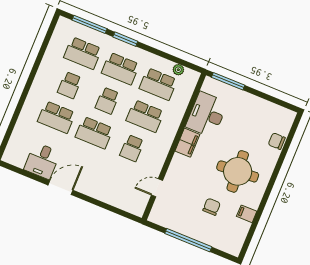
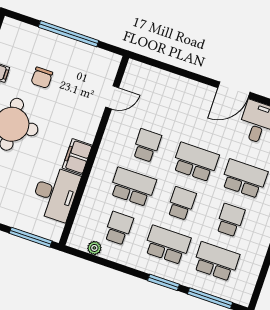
school desk: (158, 84) -> (119, 228), width x0.54

